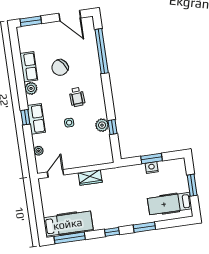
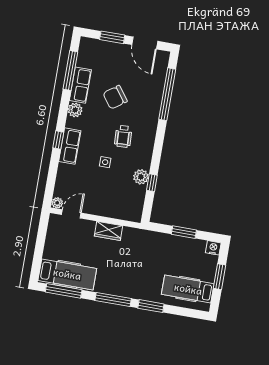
window: (31, 21) -> (112, 37), moved
window: (17, 58) -> (70, 71), added
plant: (39, 151) -> (57, 203), moved
nightstand: (152, 167) -> (213, 248), moved
window: (112, 232) -> (113, 299), width x2.17

